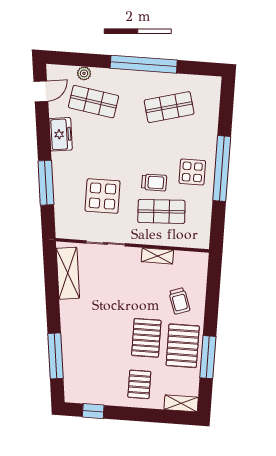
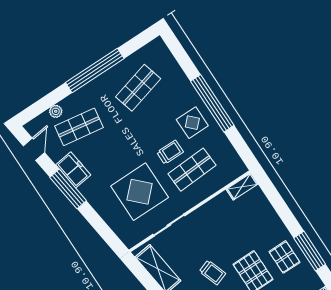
window: (46, 183) -> (68, 189), moved
display table: (103, 196) -> (140, 192), width x1.36, depth x1.36
shelving: (157, 256) -> (242, 187), moved
trolley: (179, 301) -> (212, 272), moved
pallet: (183, 346) -> (284, 257), width x0.67, depth x0.71

